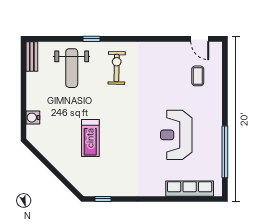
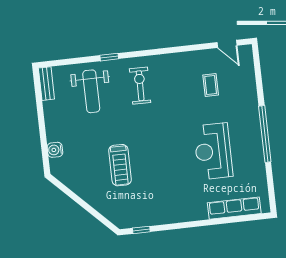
coffee table: (198, 76) -> (211, 85), moved
window: (225, 152) -> (265, 134), moved

